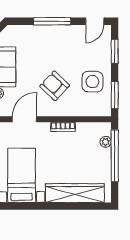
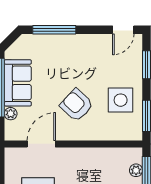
window: (52, 21) -> (54, 30), moved
bookcase: (63, 127) -> (86, 153), removed

